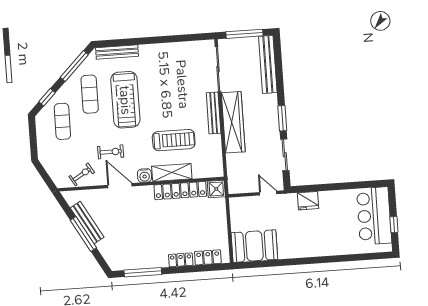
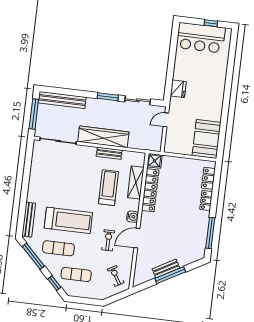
bench: (214, 113) -> (109, 153), moved, width x0.73
shelving: (172, 172) -> (136, 183), moved
exercise bike: (82, 174) -> (116, 276), moved
bench: (87, 223) -> (166, 268), width x0.73

